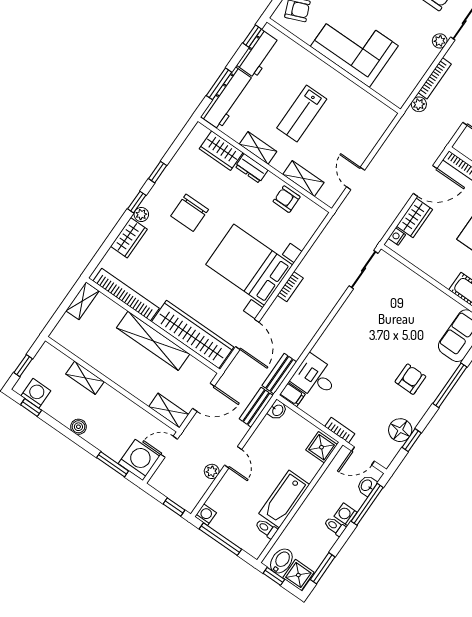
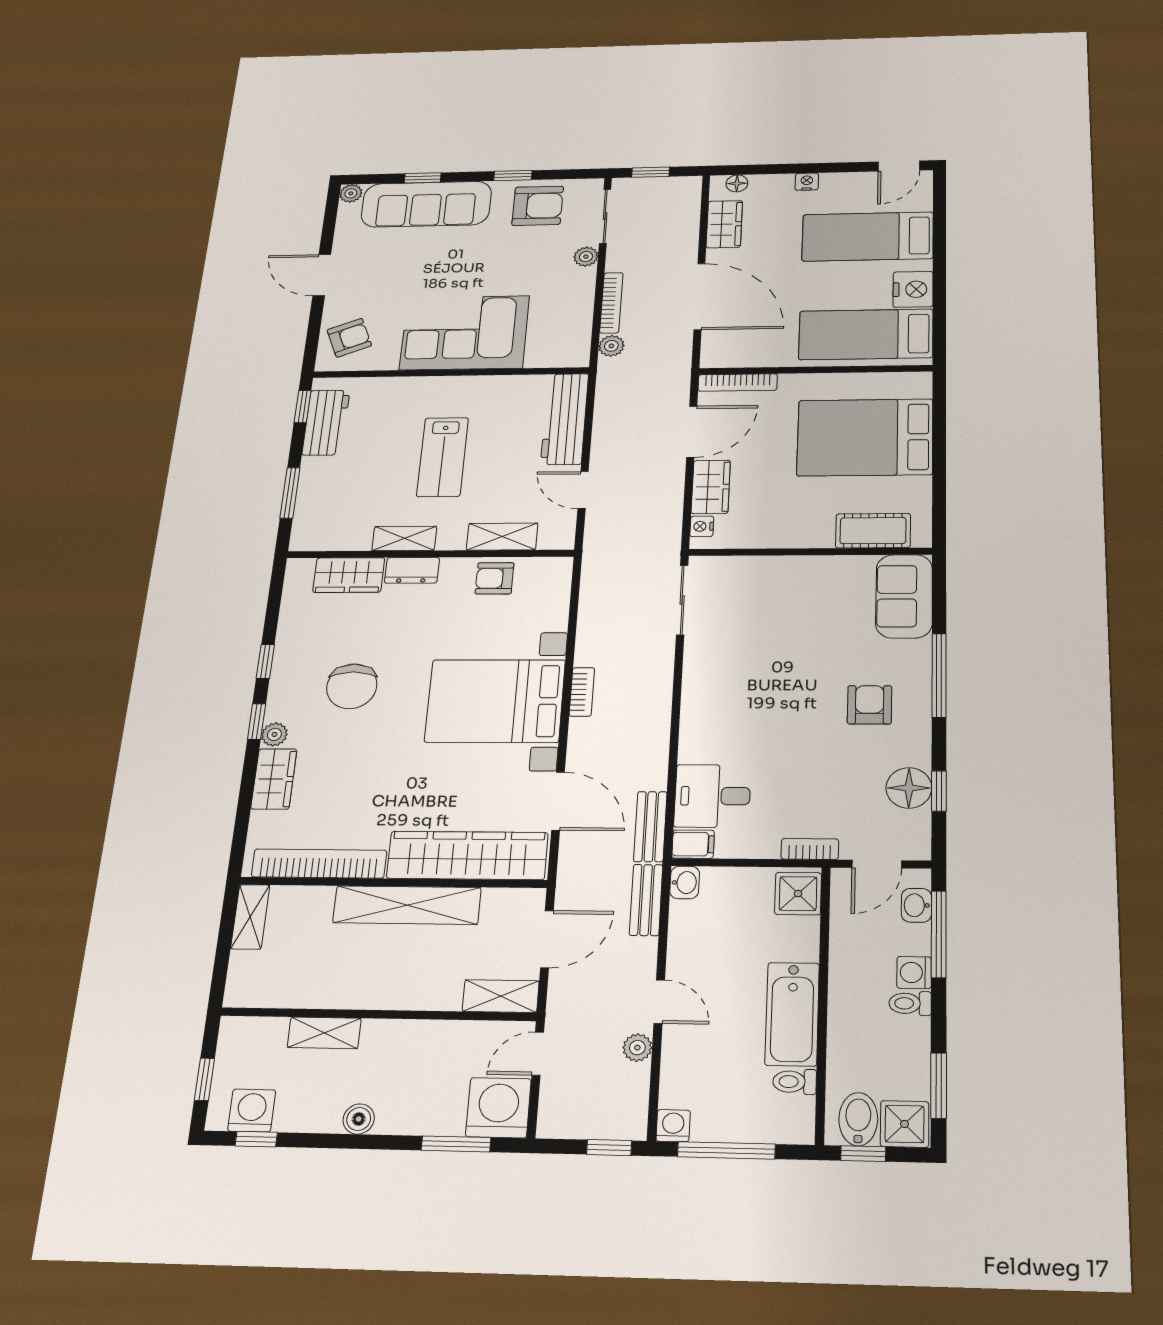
workbench: (227, 98) -> (565, 419), moved, turned 180

